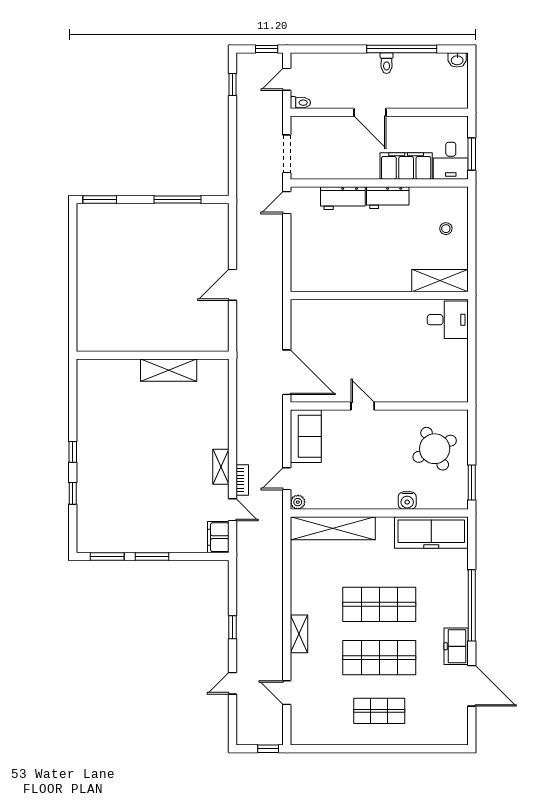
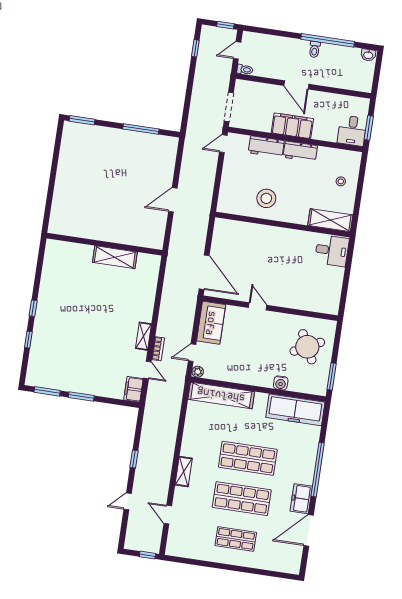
filing cabinet: (406, 166) -> (292, 126), moved
stool: (353, 265) -> (266, 198), added
door: (472, 686) -> (309, 530), swing flipped

